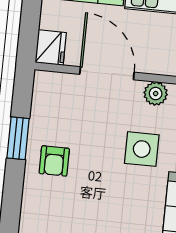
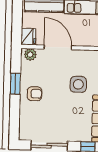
plant: (156, 94) -> (30, 54), moved
armchair: (54, 161) -> (35, 94), turned -90

